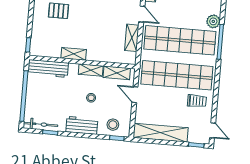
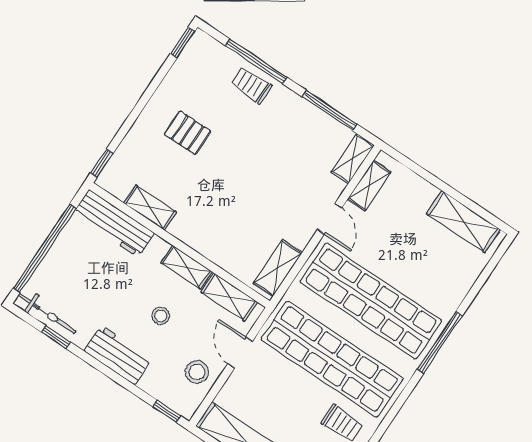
plant: (213, 21) -> (447, 300), removed
shelving: (132, 38) -> (278, 268), moved
shelving: (74, 54) -> (150, 208), moved
stool: (113, 125) -> (197, 372), moved

